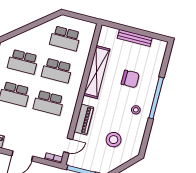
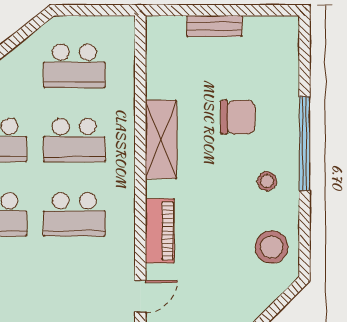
bench: (135, 38) -> (214, 26), width x0.73
shelving: (97, 72) -> (161, 139), width x0.68
stool: (114, 140) -> (272, 247), moved

